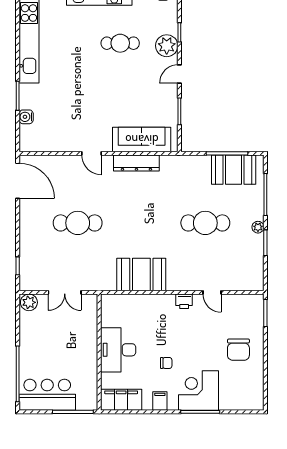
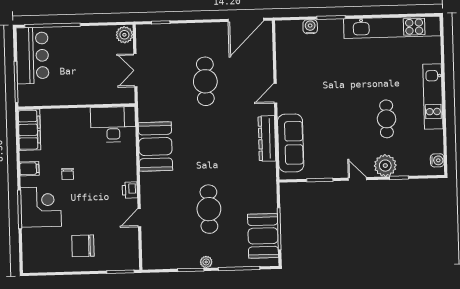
desk: (118, 350) -> (113, 124), moved

